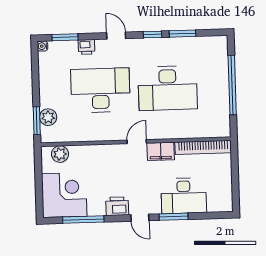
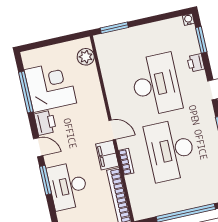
plant: (48, 117) -> (120, 38), removed
bookcase: (171, 134) -> (126, 162), added
corner desk: (64, 195) -> (50, 86), moved, turned -90
door: (140, 218) -> (38, 147), swing flipped

